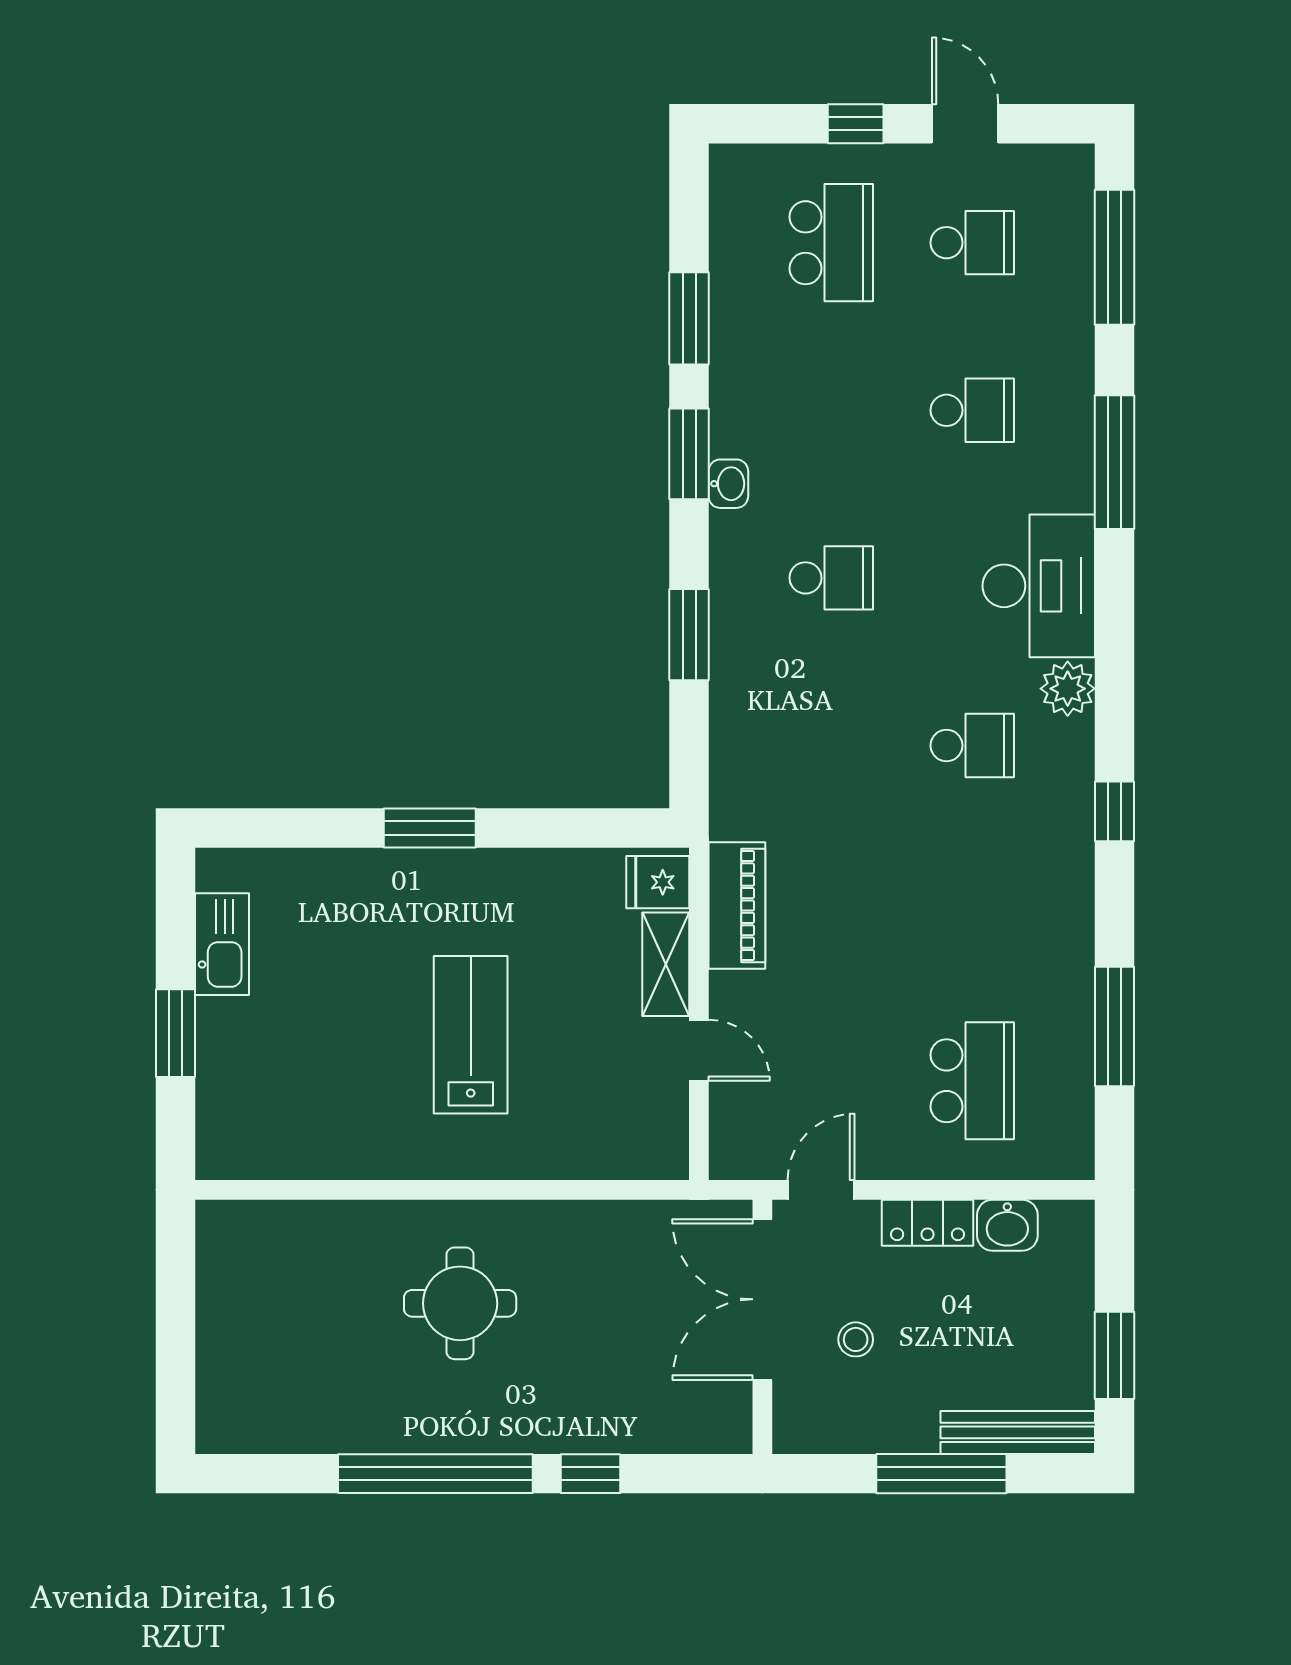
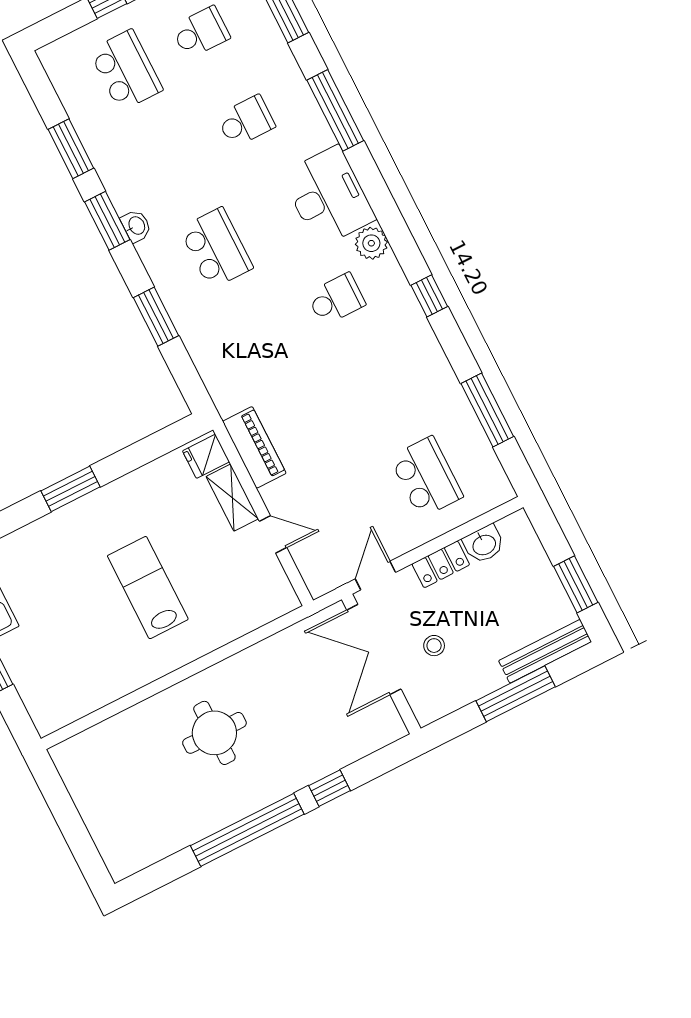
school desk: (831, 578) -> (216, 248), width x1.85

